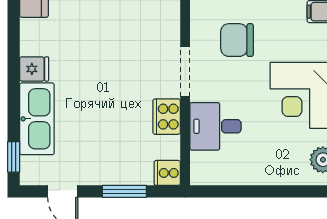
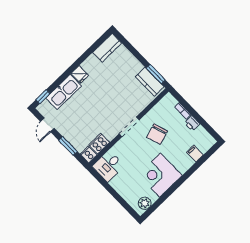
chair: (237, 40) -> (157, 134), turned -108
cooker: (167, 117) -> (99, 144), moved
desk: (216, 126) -> (108, 166), moved, turned -90

